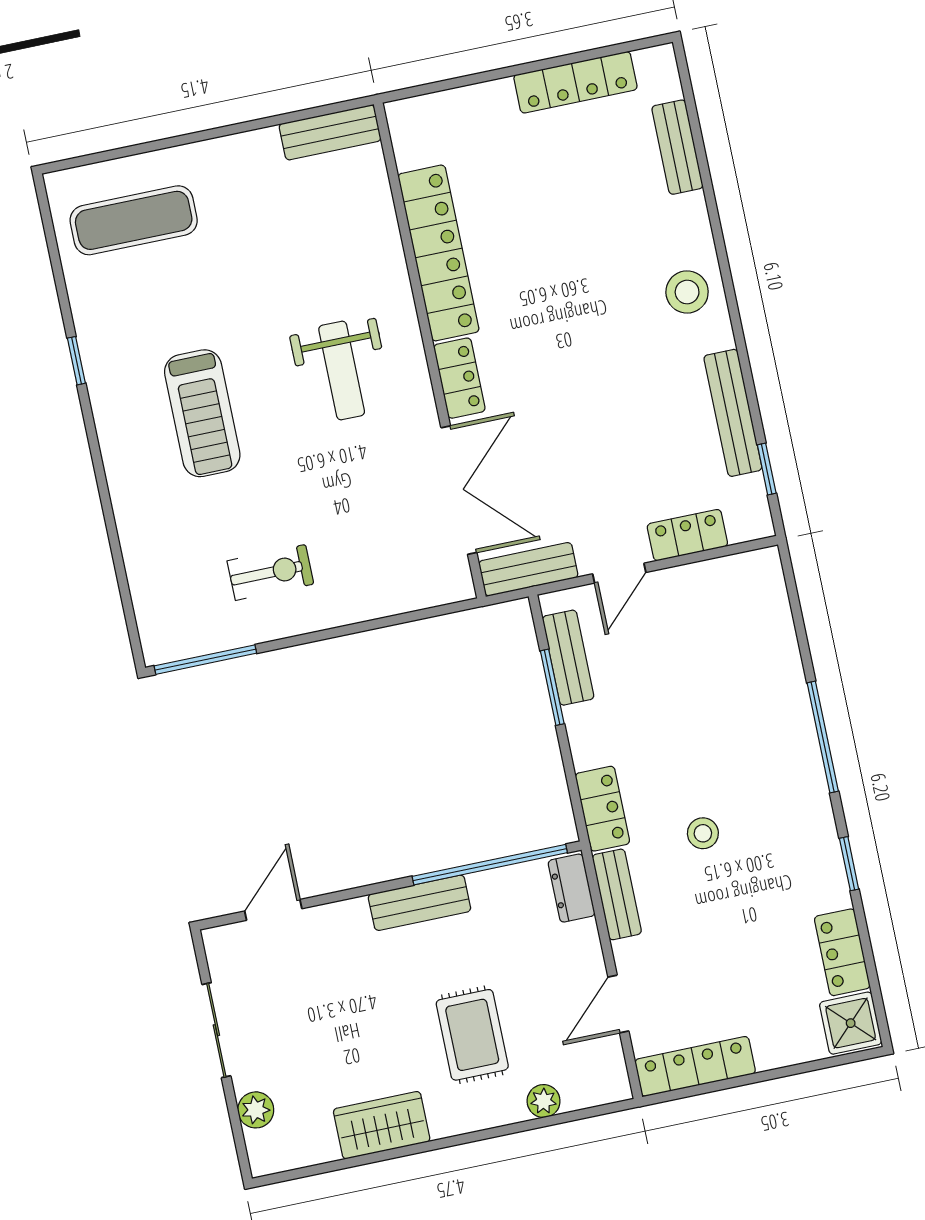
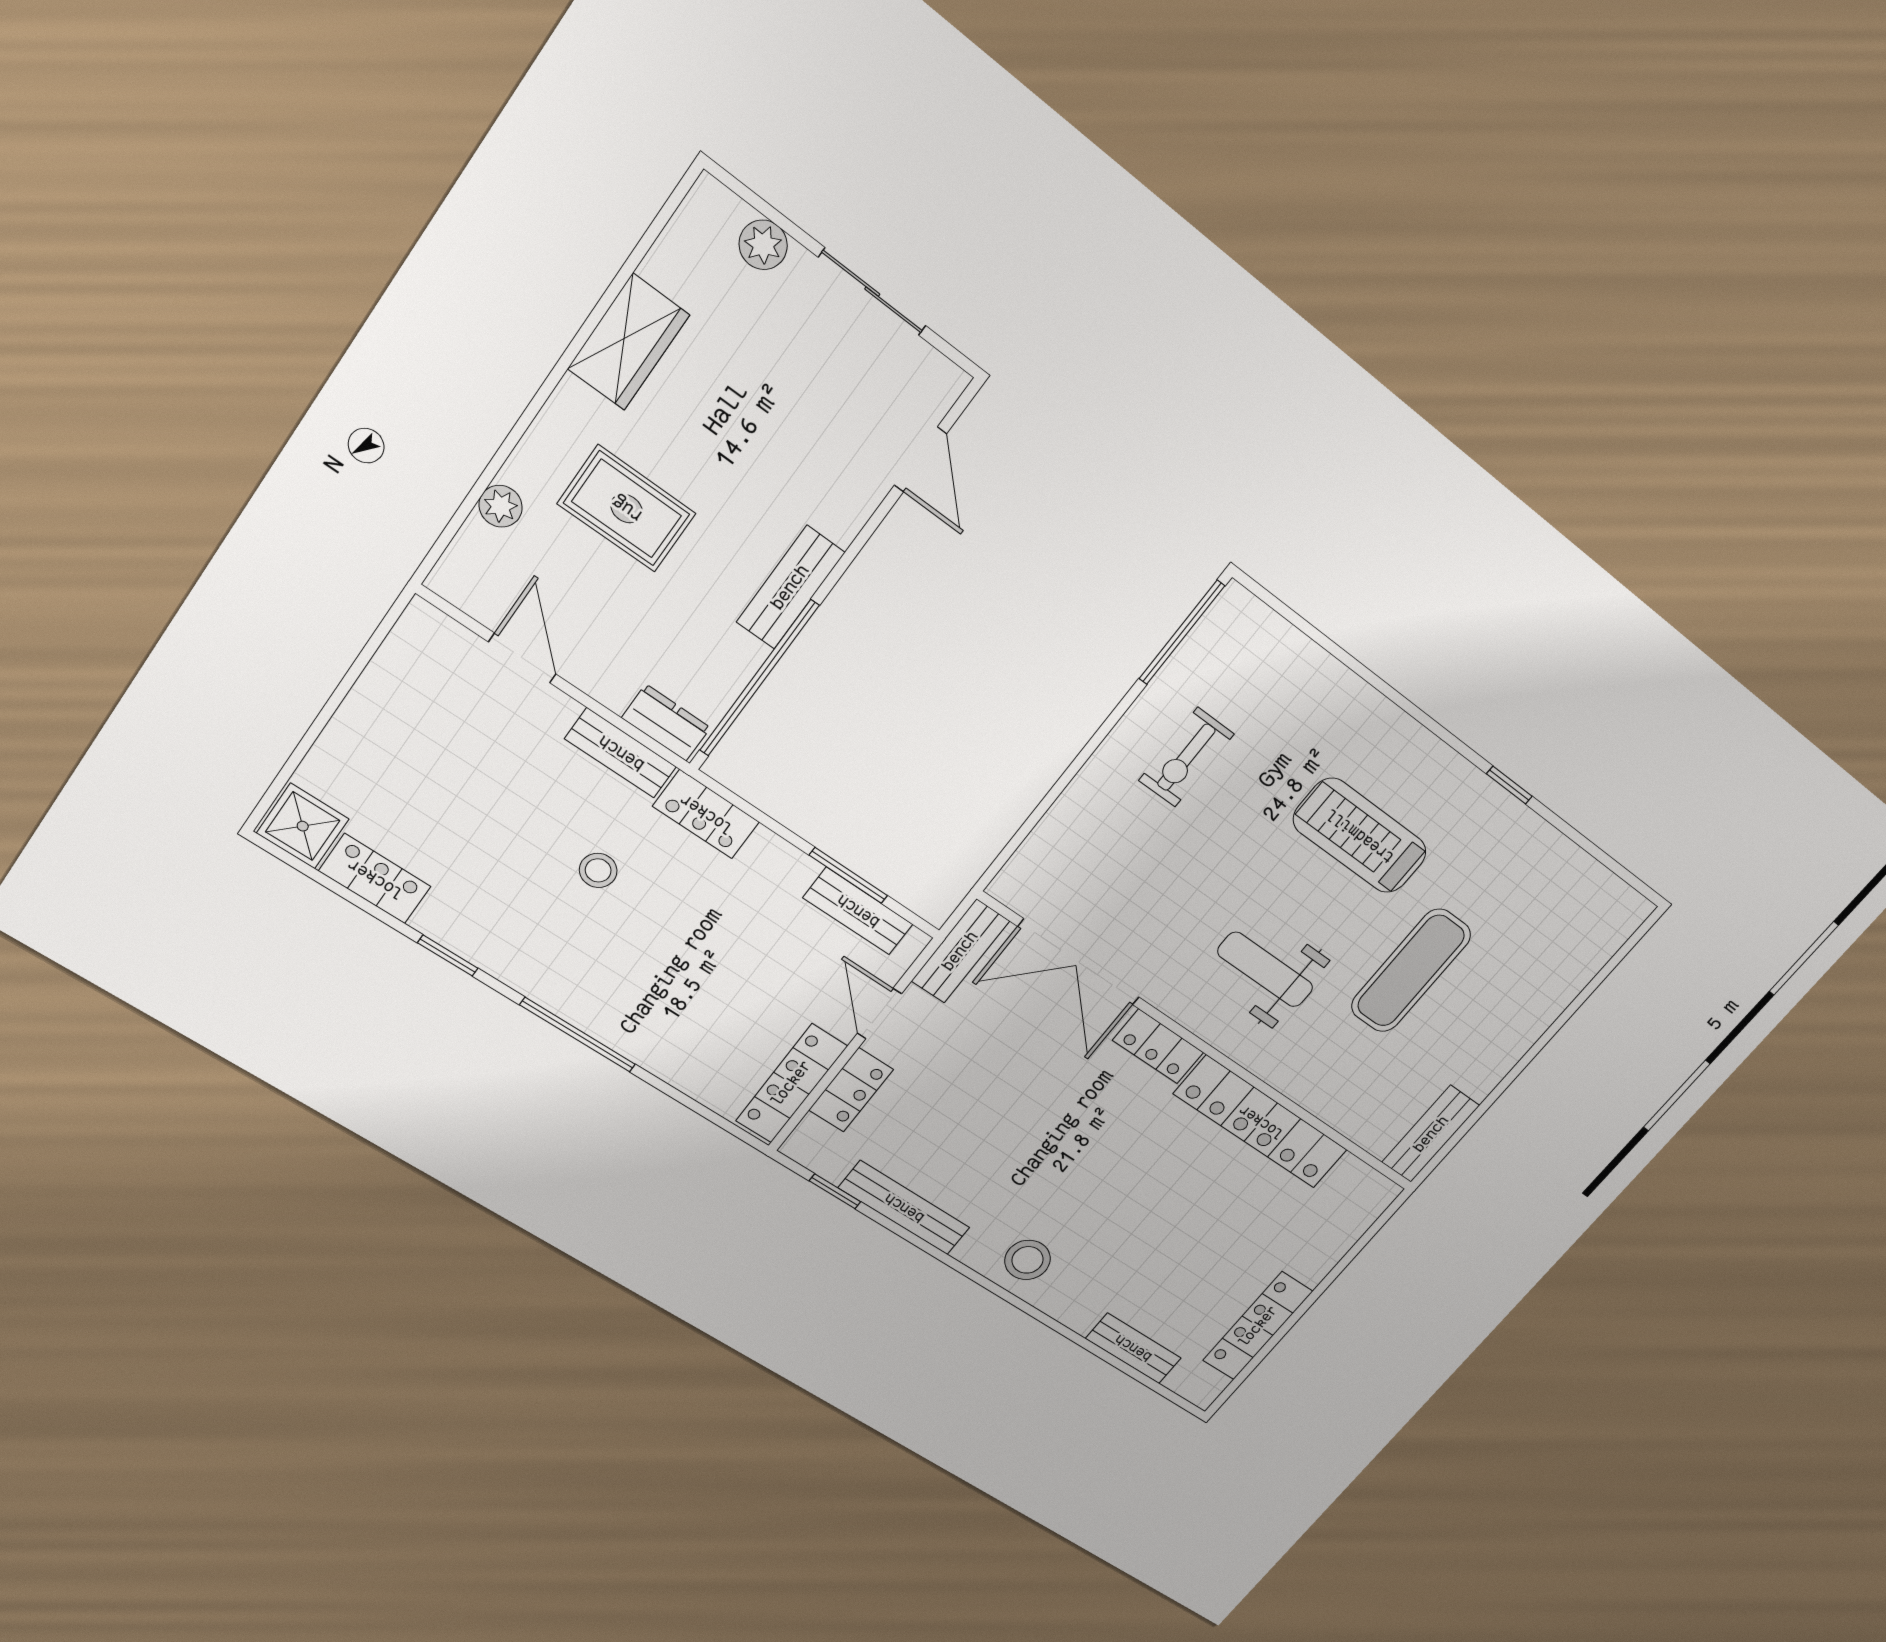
exercise mat: (134, 220) -> (1411, 971), moved
locker: (695, 1066) -> (791, 1083), moved, turned 180

